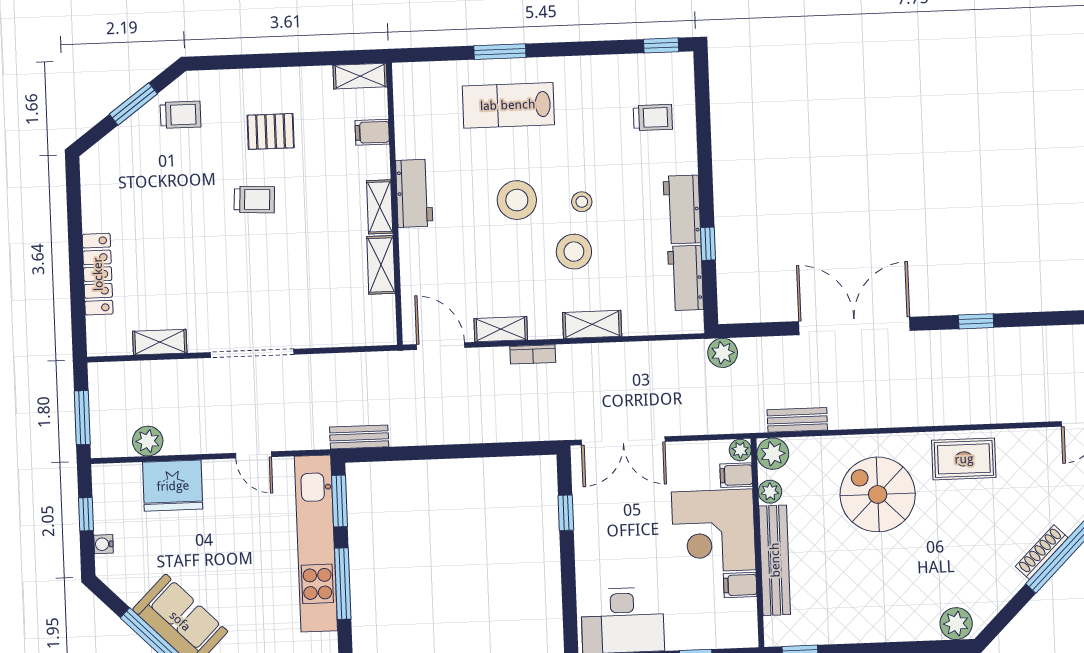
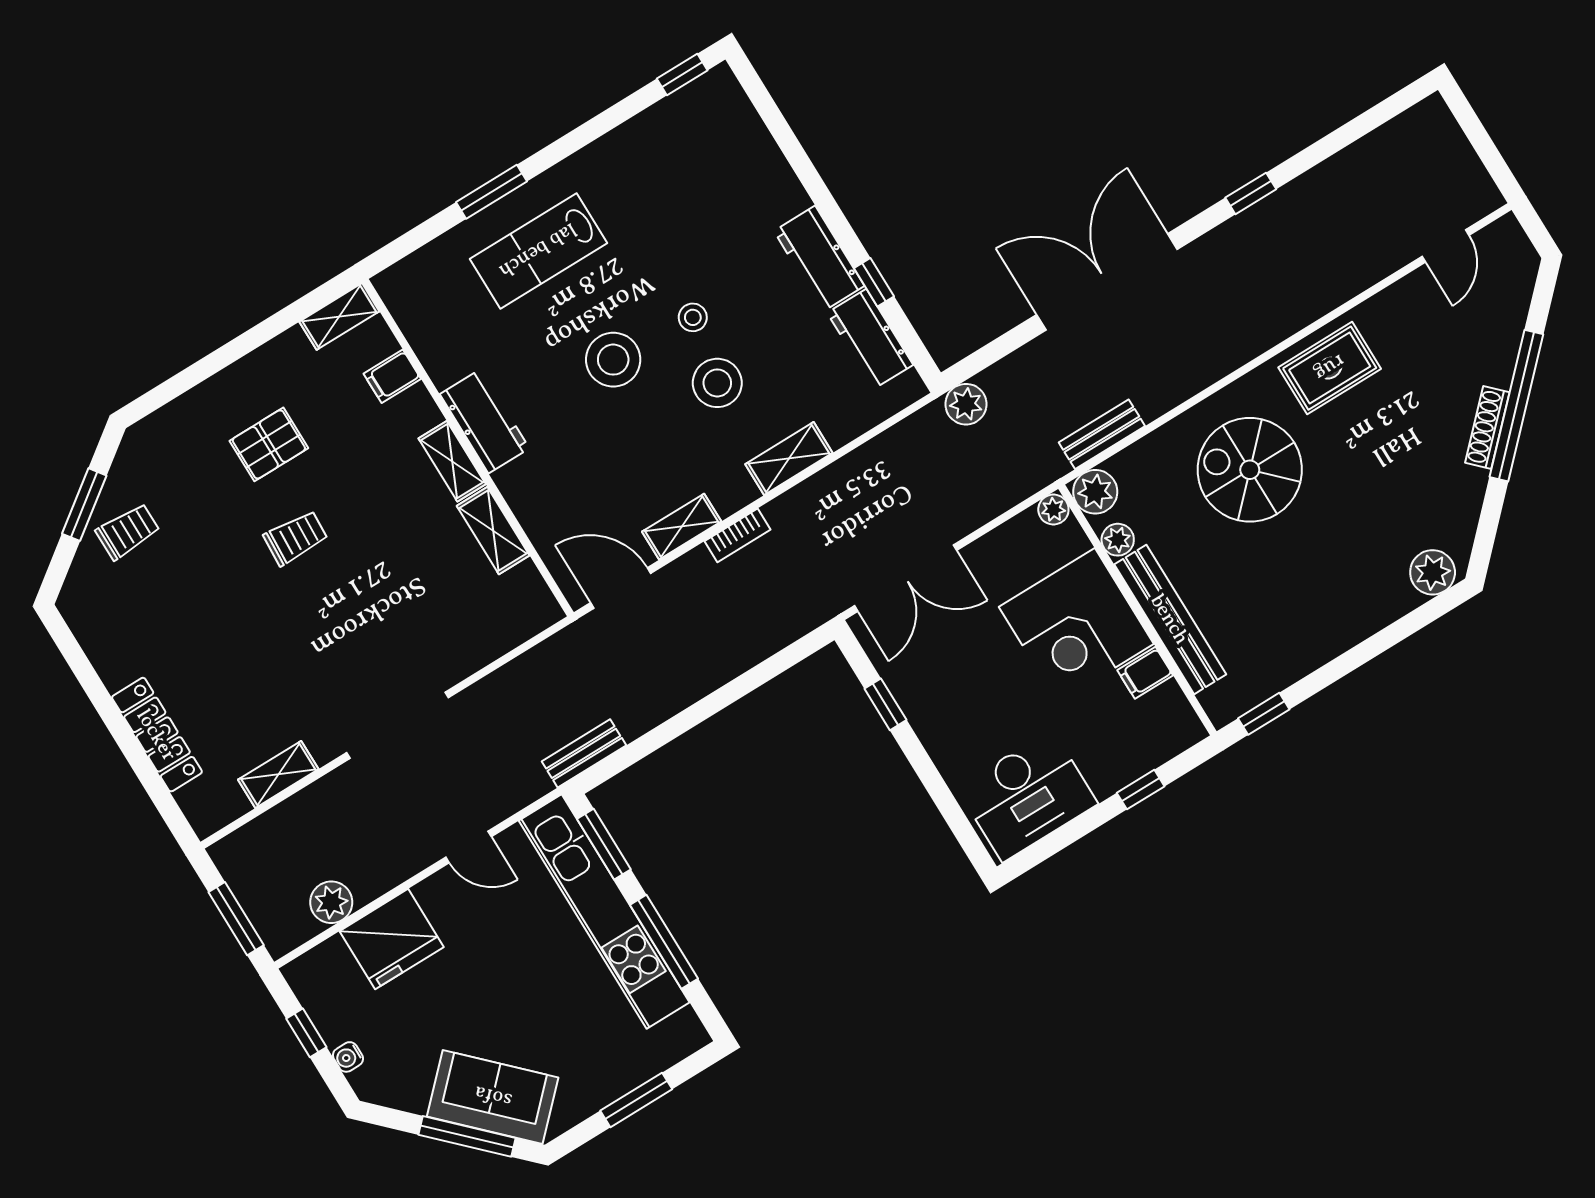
trolley: (181, 115) -> (128, 531), moved
trolley: (653, 117) -> (721, 167), removed
filing cabinet: (736, 475) -> (1066, 543), removed

